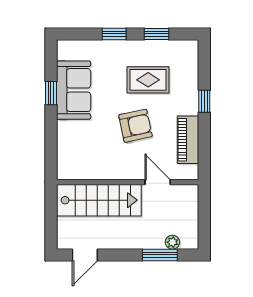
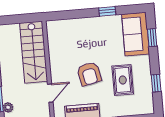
window: (114, 34) -> (152, 38), moved
sofa: (74, 90) -> (136, 34), moved, turned 90

